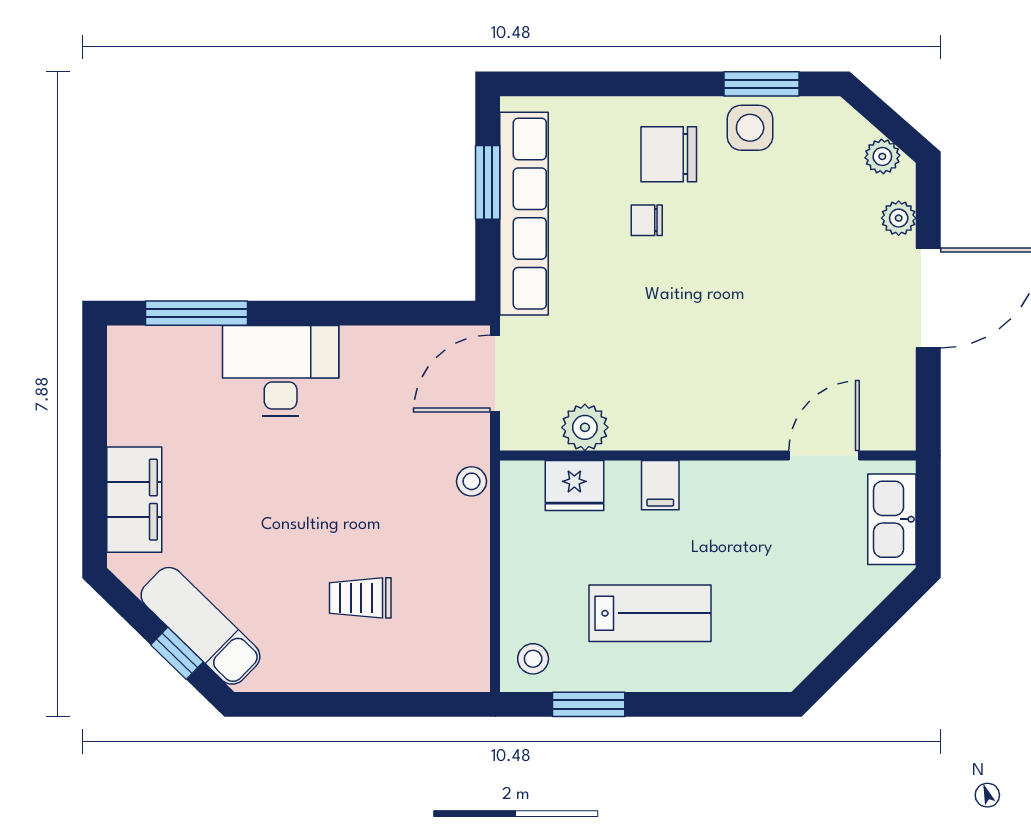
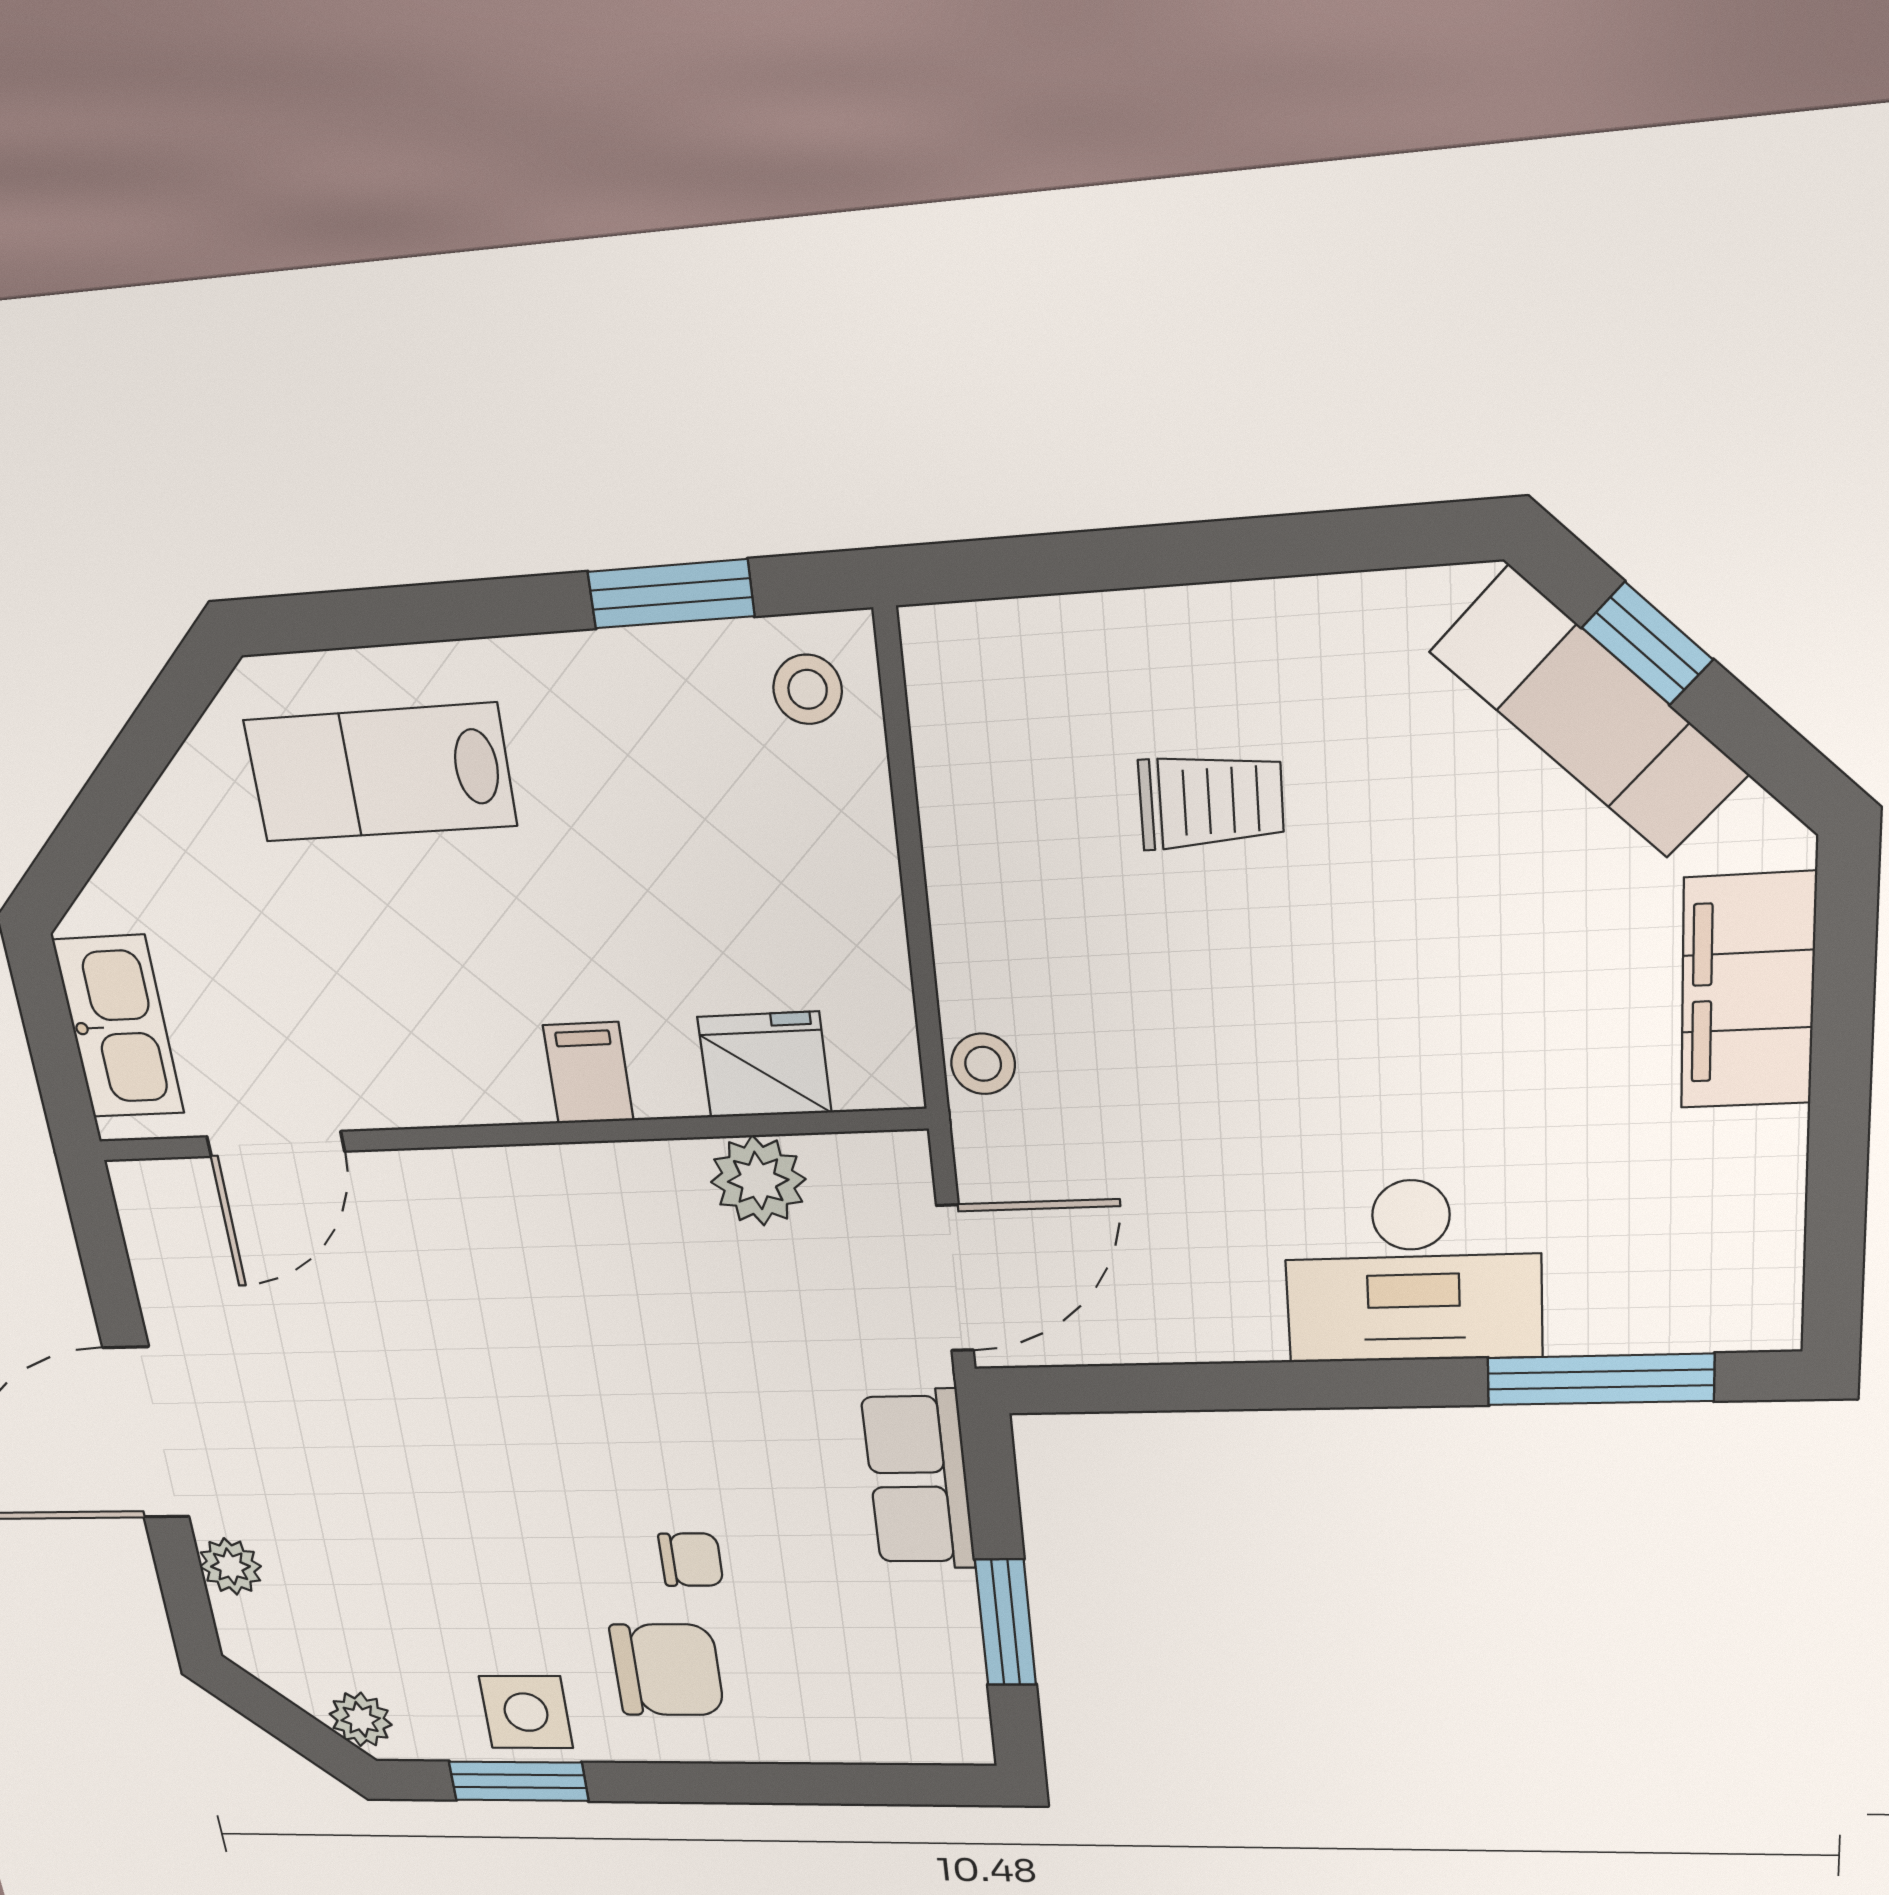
plant: (882, 156) -> (361, 1719), moved
row of seats: (524, 214) -> (918, 1480), width x0.50
lab bench: (650, 613) -> (380, 773), moved

